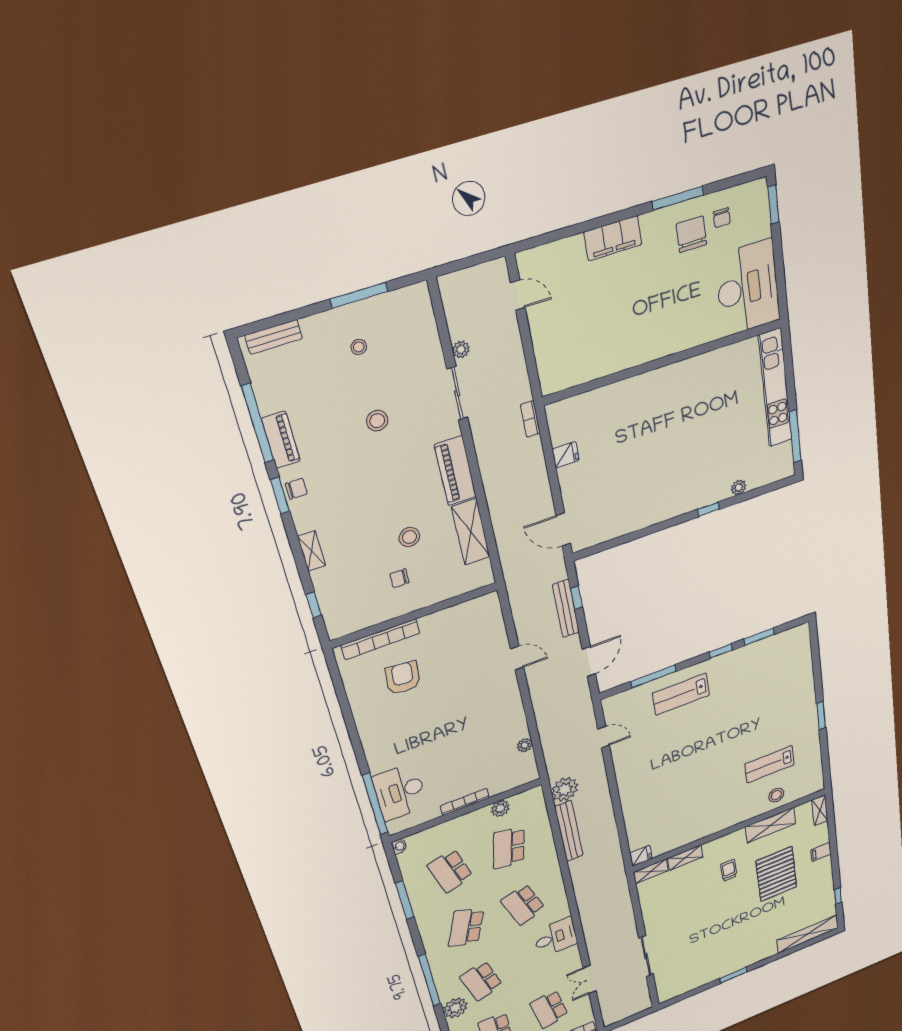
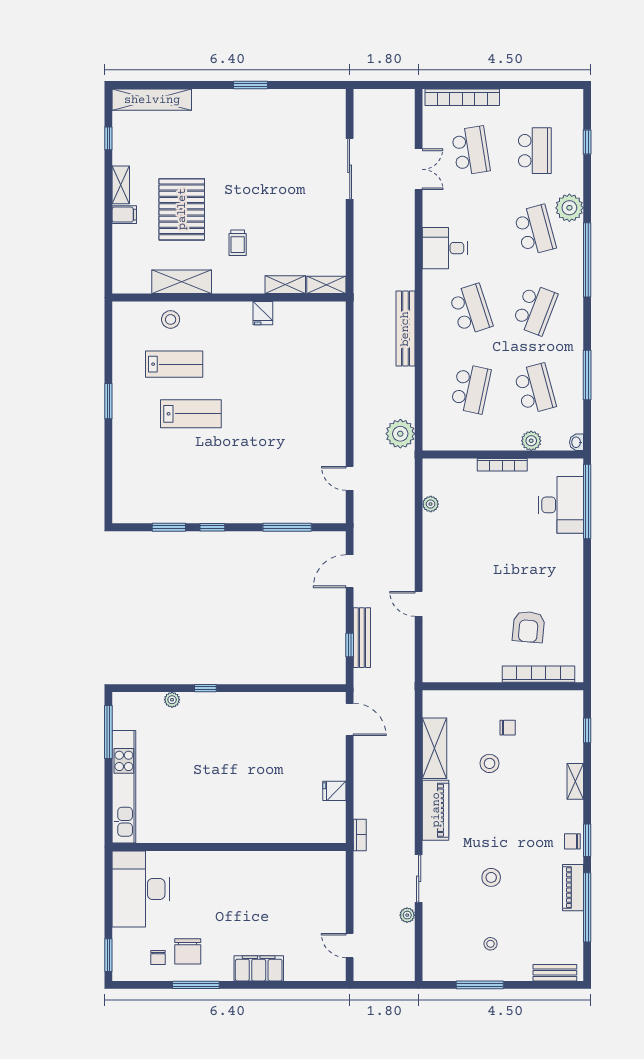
chair: (722, 218) -> (158, 957), turned 180
lab bench: (681, 694) -> (191, 414), moved
plant: (500, 808) -> (531, 441), moved
shelving: (820, 810) -> (121, 185), moved
bench: (569, 831) -> (405, 329), moved
fridge: (641, 856) -> (263, 313), moved, turned -90

